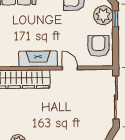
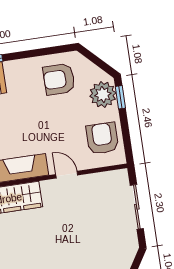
sliding door: (116, 97) -> (137, 207), width x0.73

